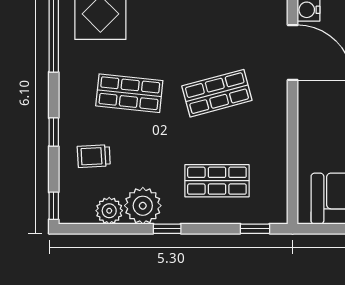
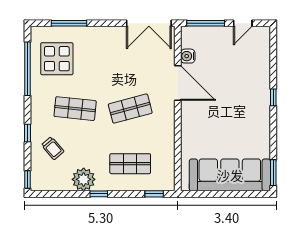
trolley: (94, 156) -> (53, 148), turned -128
plant: (109, 211) -> (62, 183), removed

